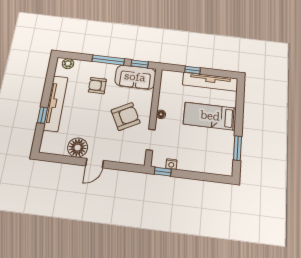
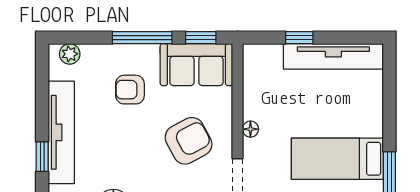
bed: (210, 116) -> (337, 159), moved

